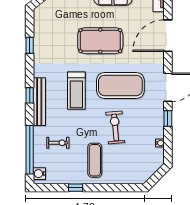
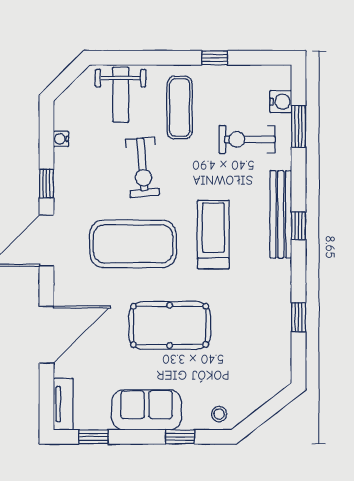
exercise bike: (58, 143) -> (247, 139), width x1.38, depth x1.39
window: (30, 150) -> (298, 127), width x0.47
weight bench: (127, 167) -> (121, 95), added
water cooler: (39, 174) -> (281, 102), moved

